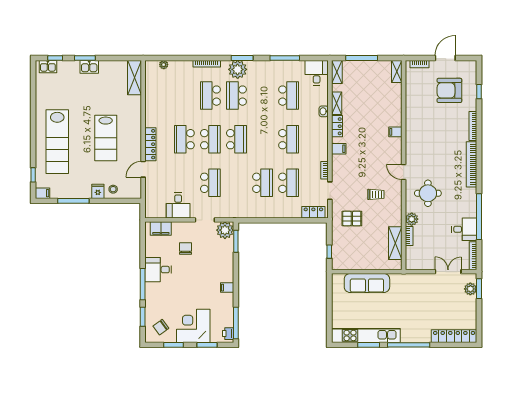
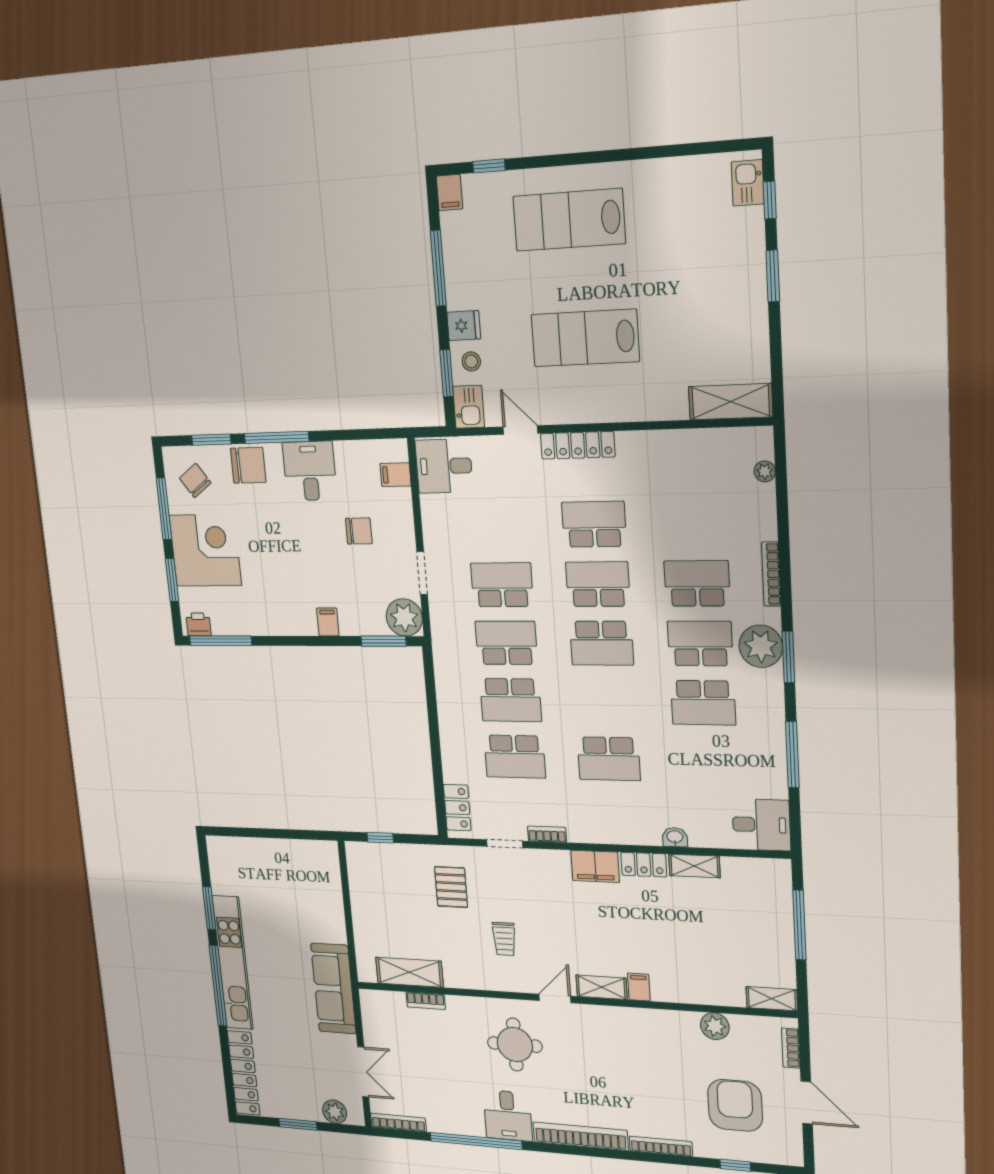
kitchen sink: (89, 67) -> (469, 407), moved, turned 180
shelving: (337, 72) -> (602, 987), moved
school desk: (289, 96) -> (703, 703), moved
school desk: (210, 139) -> (598, 584), turned 180
lab bench: (57, 142) -> (569, 220), width x0.73
filing cabinet: (339, 149) -> (595, 866), width x2.00
school desk: (210, 183) -> (502, 585), turned 180
school desk: (236, 183) -> (506, 643), added
window: (118, 201) -> (447, 373), added
desk: (178, 205) -> (444, 466), moved
plant: (412, 219) -> (715, 1026), moved
filing cabinet: (161, 228) -> (396, 475), width x0.50
desk: (464, 229) -> (508, 1116), moved
sofa: (367, 283) -> (333, 989), moved
filing cabinet: (227, 288) -> (328, 622), moved
window: (479, 289) -> (298, 1124), moved
chair: (155, 300) -> (248, 465), added
kitchen unit: (366, 335) -> (233, 963), moved
window: (174, 345) -> (164, 509), width x1.44

